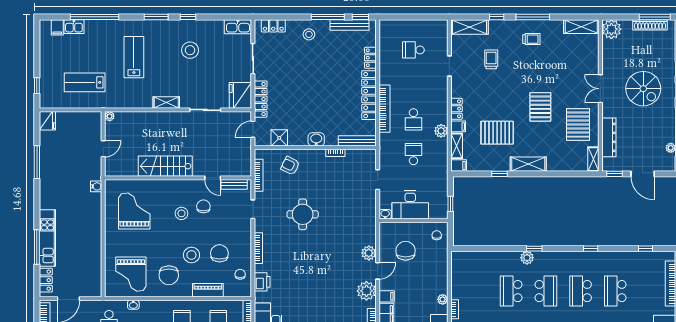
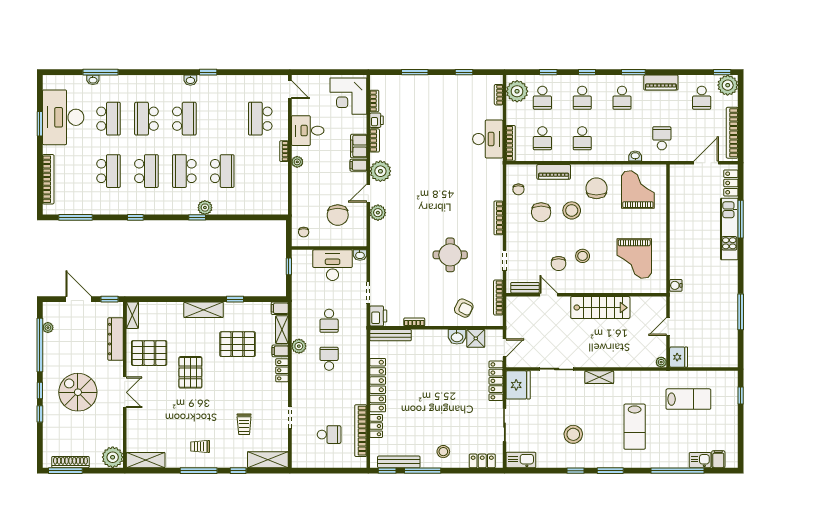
bookcase: (384, 109) -> (361, 431), moved
fridge: (47, 121) -> (679, 357), moved, turned 180
pallet: (578, 125) -> (149, 353), turned 90
washbasin: (316, 139) -> (457, 337), moved
window: (645, 249) -> (76, 217), width x2.17
printer: (262, 282) -> (378, 316), moved, turned 180

